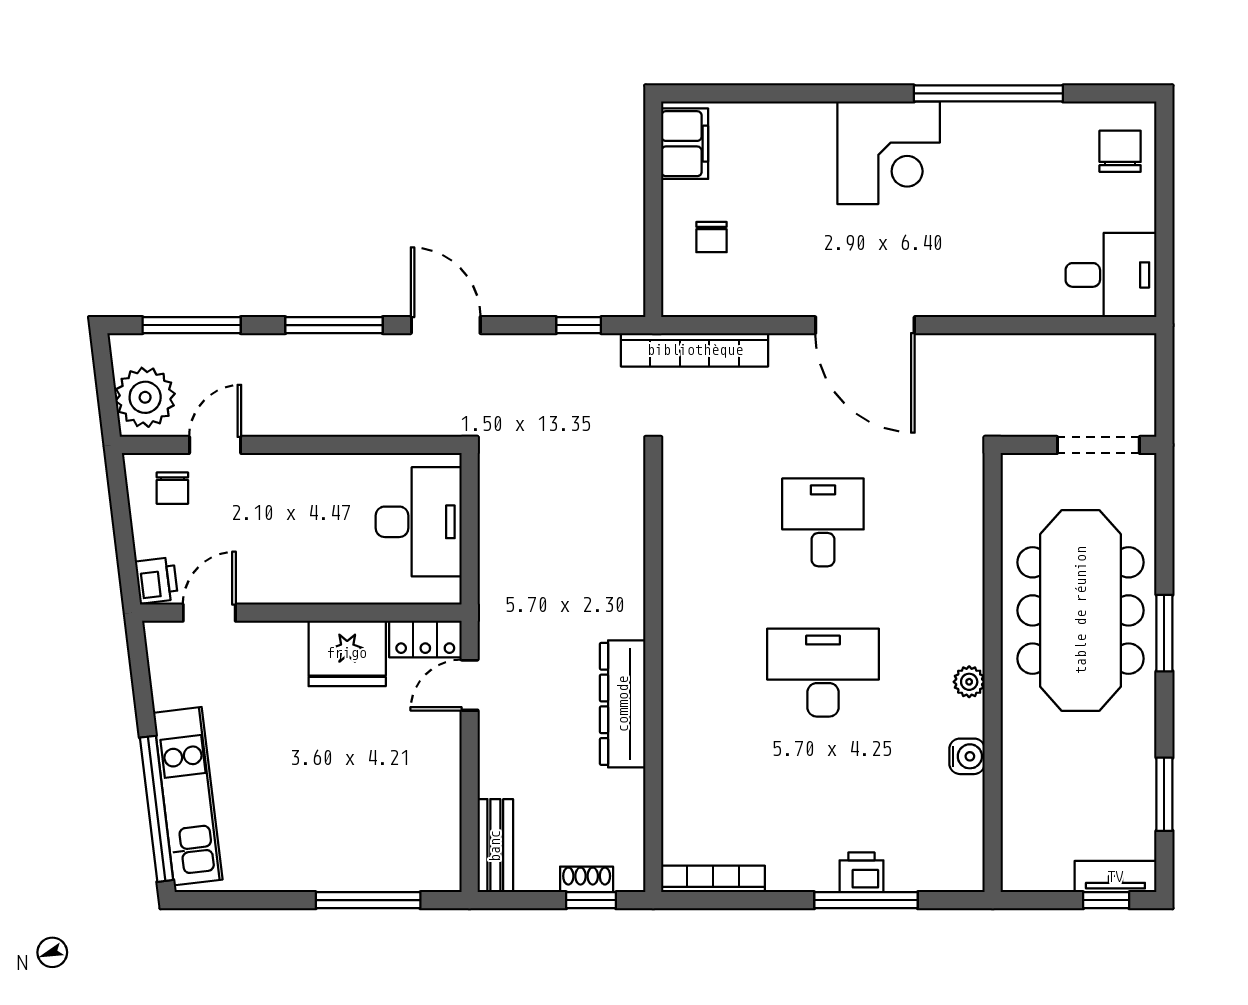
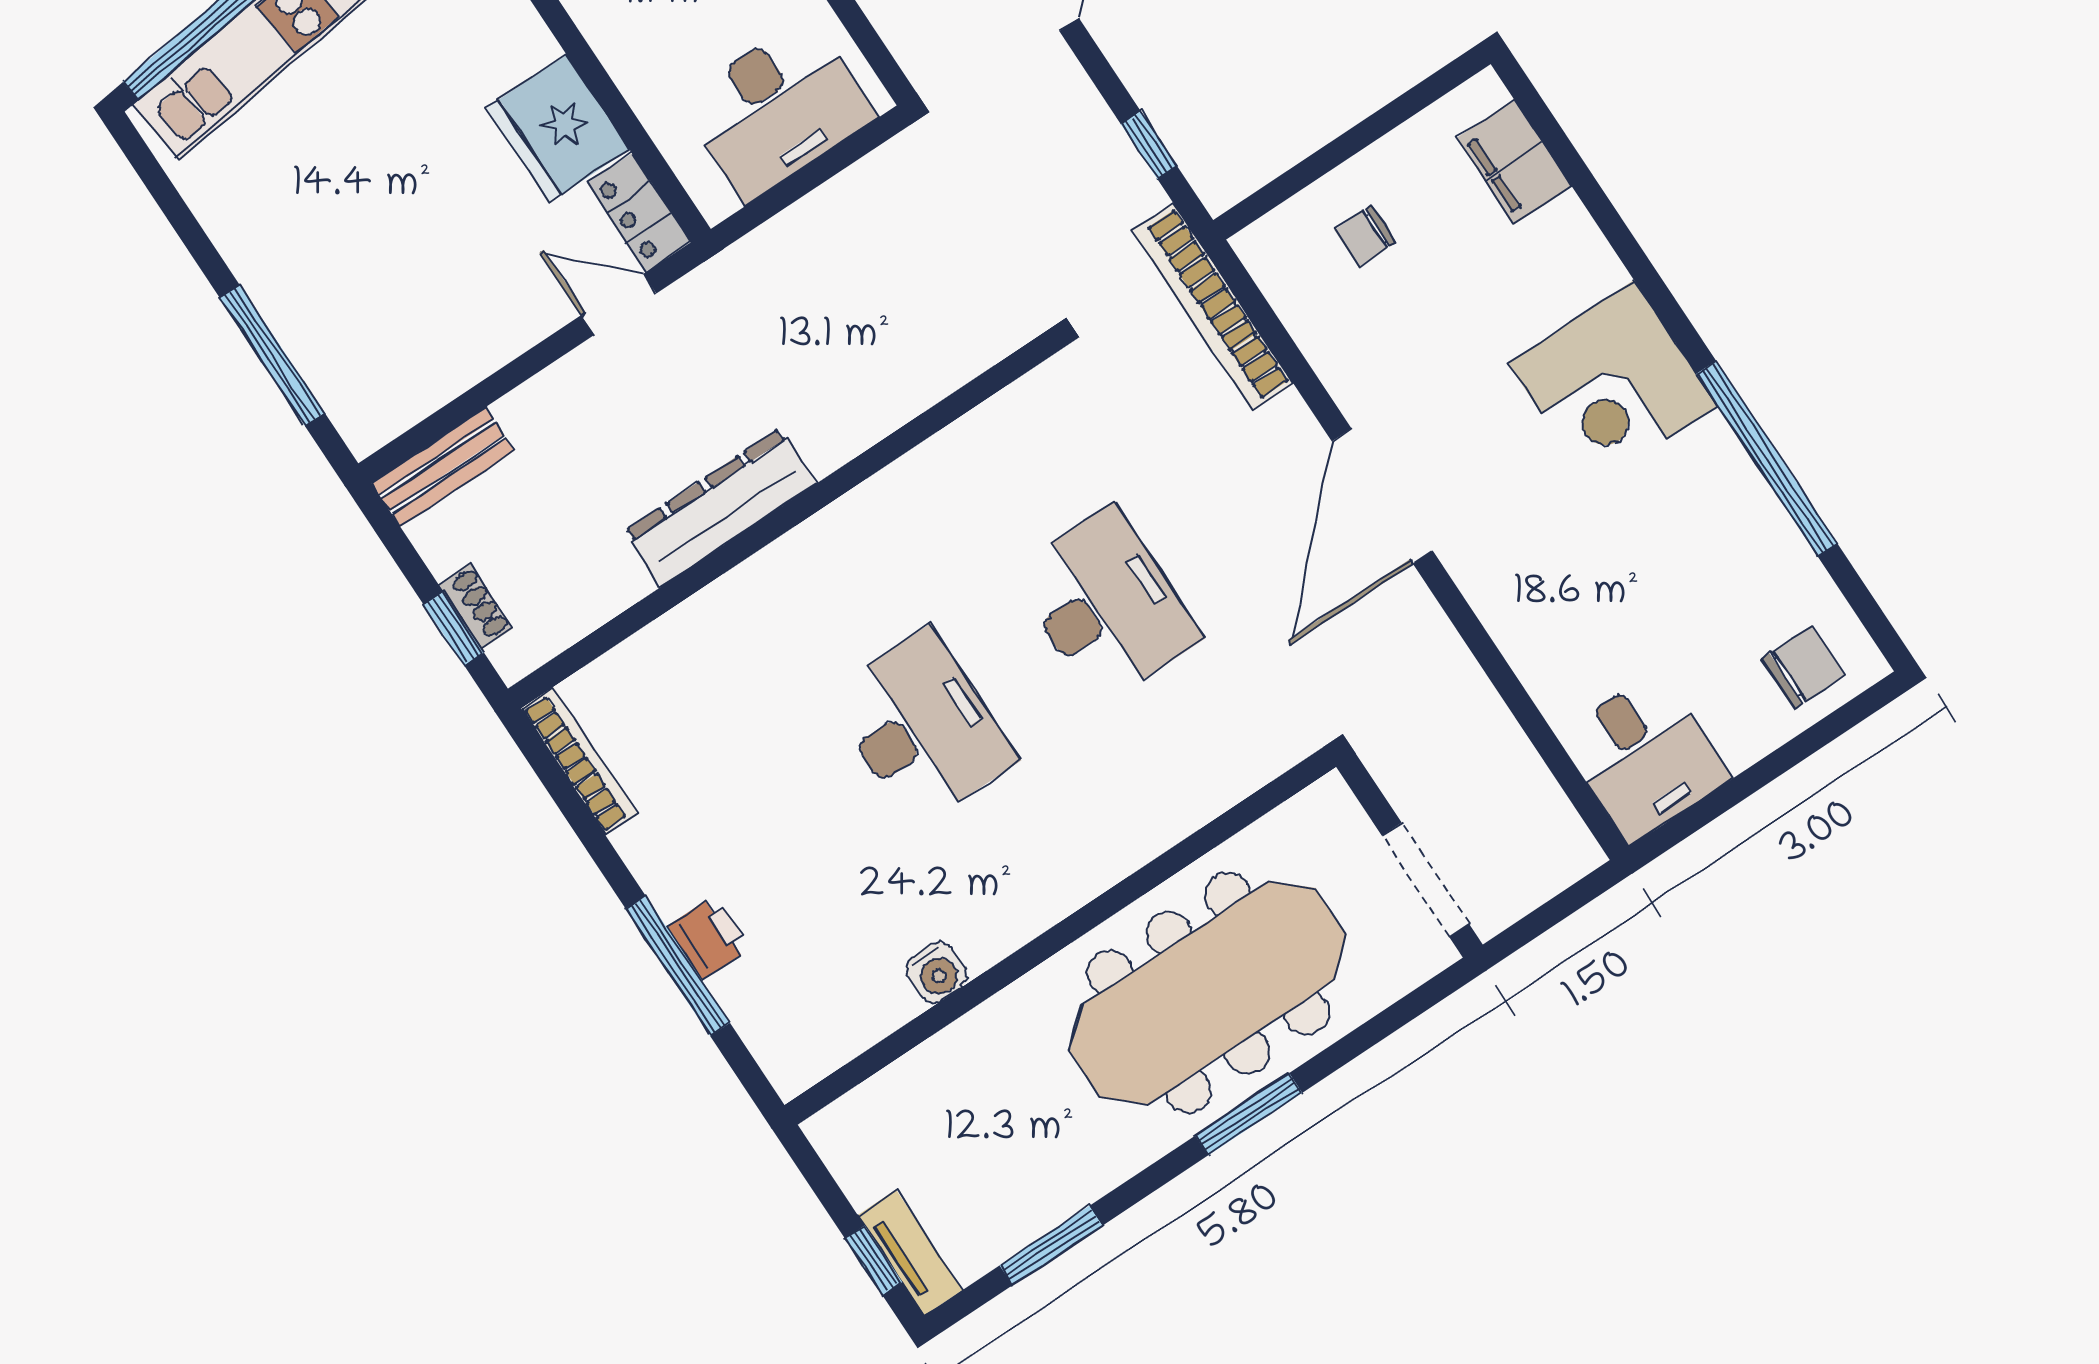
filing cabinet: (685, 144) -> (1514, 162), moved, turned 90
desk: (823, 522) -> (1106, 605), width x1.37
plant: (969, 682) -> (1030, 914), removed

